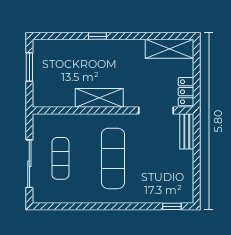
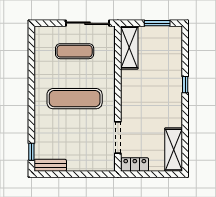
shelving: (99, 98) -> (129, 48), moved
bench: (187, 131) -> (50, 165), moved
sliding door: (29, 164) -> (87, 23), moved

